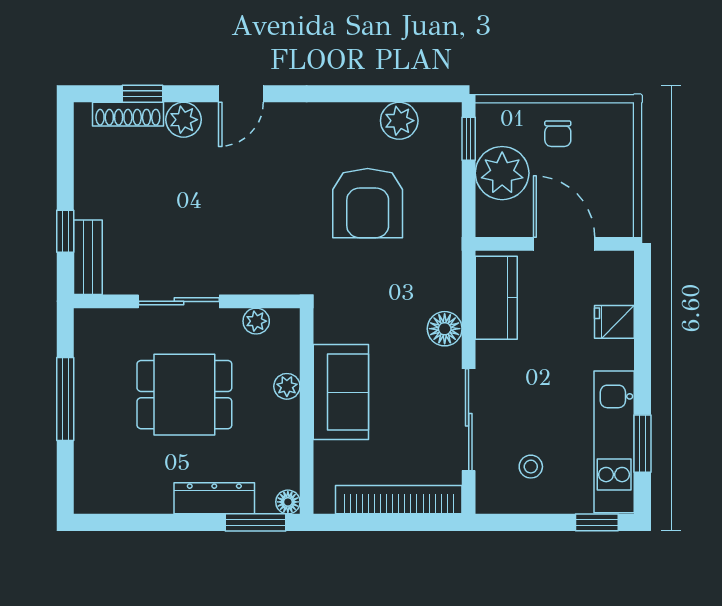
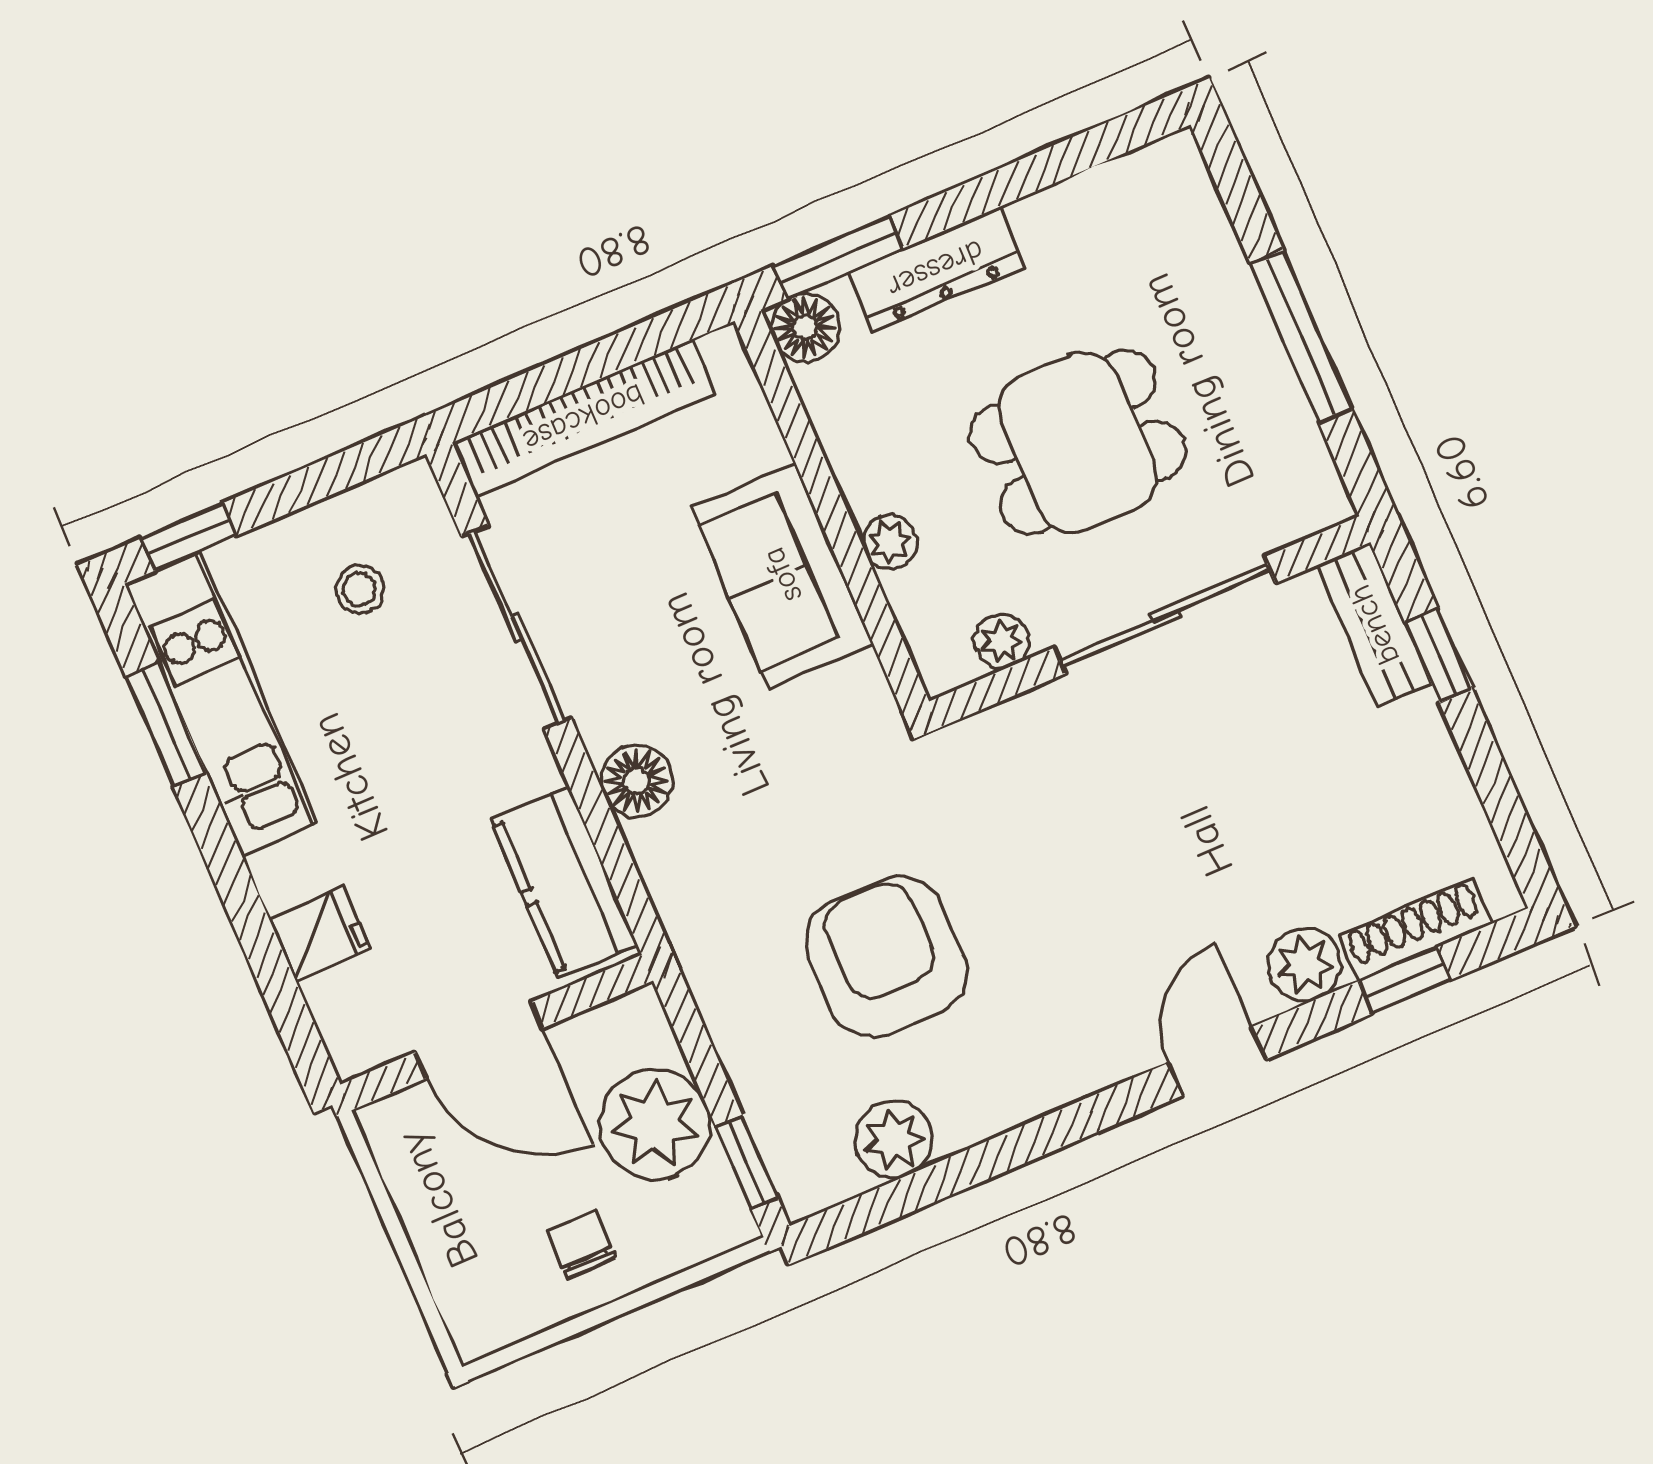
sliding door: (179, 301) -> (1165, 615), width x1.37
floor lamp: (288, 502) -> (805, 328), width x1.37, depth x1.37

